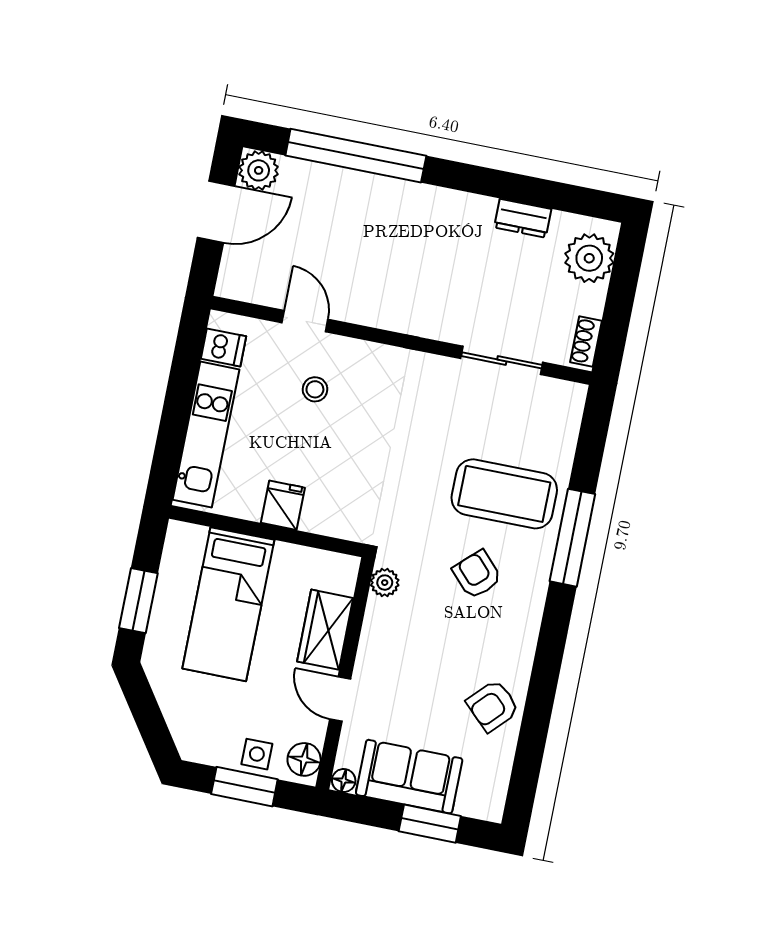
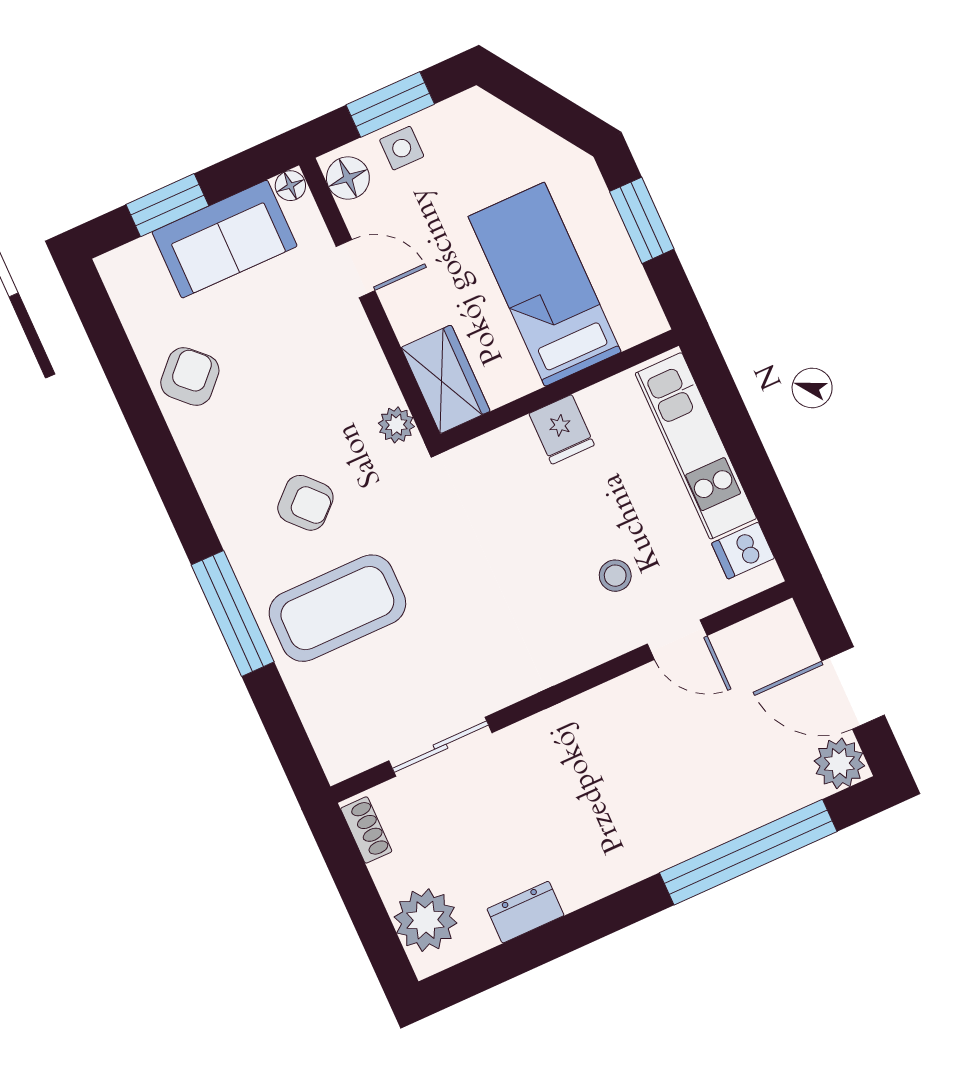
door: (216, 212) -> (853, 688), hinge flipped
wardrobe: (325, 630) -> (446, 379), moved

